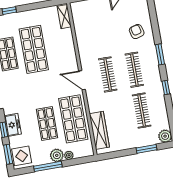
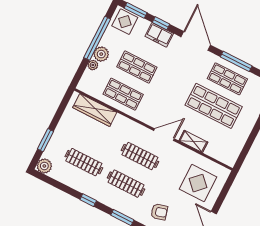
shelving: (64, 17) -> (193, 141), moved
display table: (96, 20) -> (198, 183), added
door: (82, 80) -> (164, 135), moved
shop shelf: (73, 119) -> (123, 94), width x0.70, depth x0.74
window: (48, 166) -> (97, 38), width x1.46

